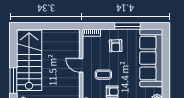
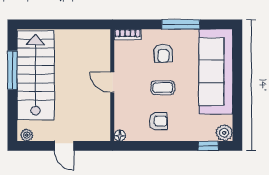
coffee table: (103, 75) -> (163, 88), moved
window: (13, 80) -> (12, 70), moved

